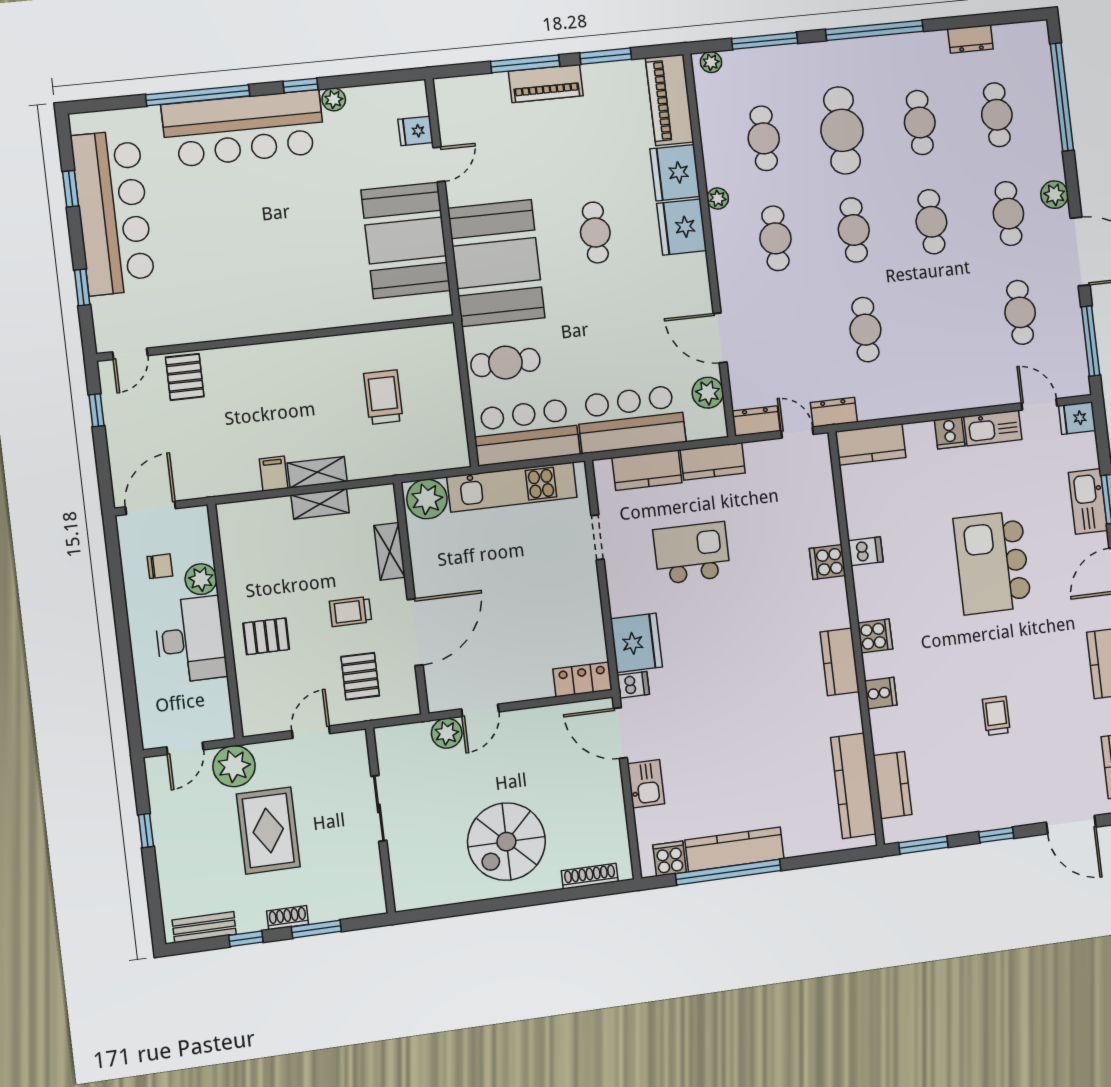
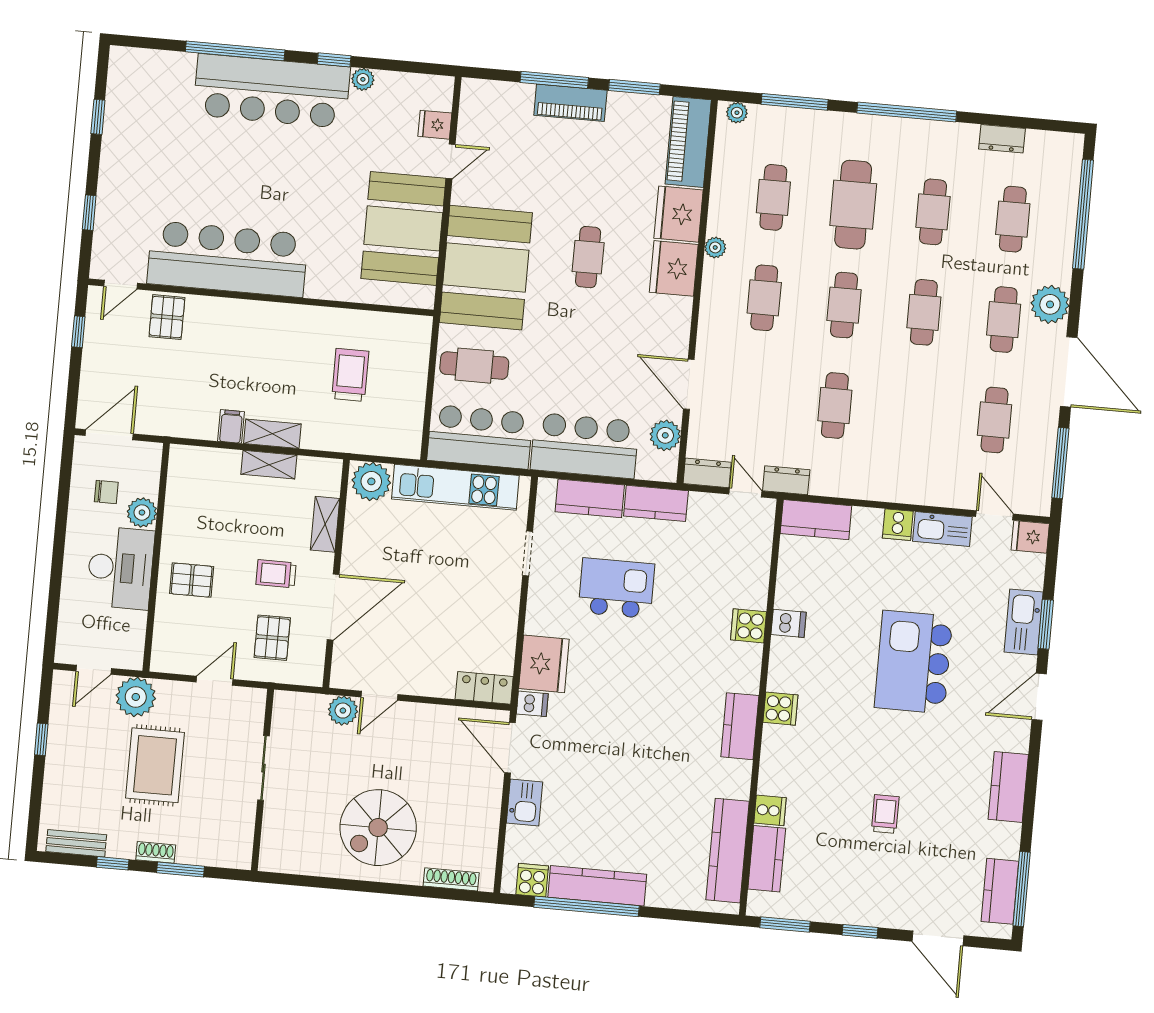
plant: (1054, 195) -> (1050, 304), width x1.36, depth x1.36
bar counter: (113, 213) -> (227, 259), moved, turned -90
cooker: (881, 693) -> (770, 810), moved

